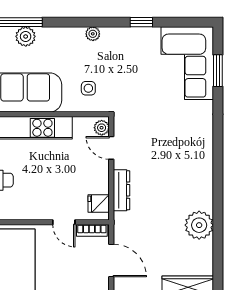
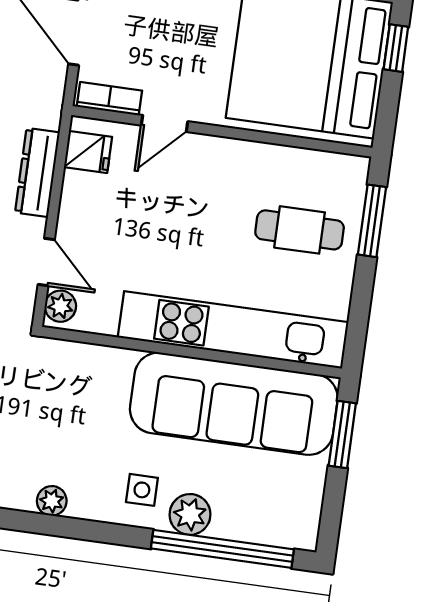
side table: (88, 88) -> (142, 490), moved
door: (64, 222) -> (165, 123), swing flipped

